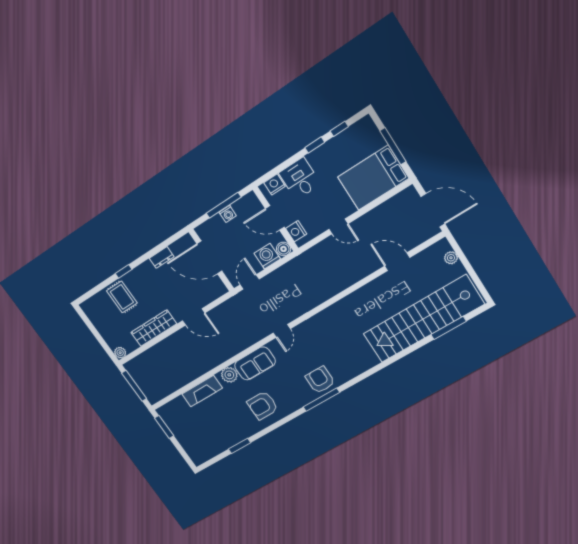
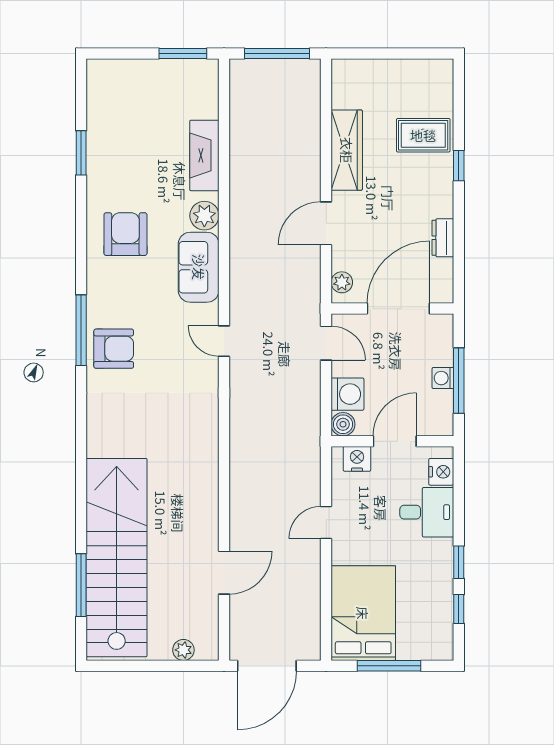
plant: (120, 353) -> (342, 282), moved

